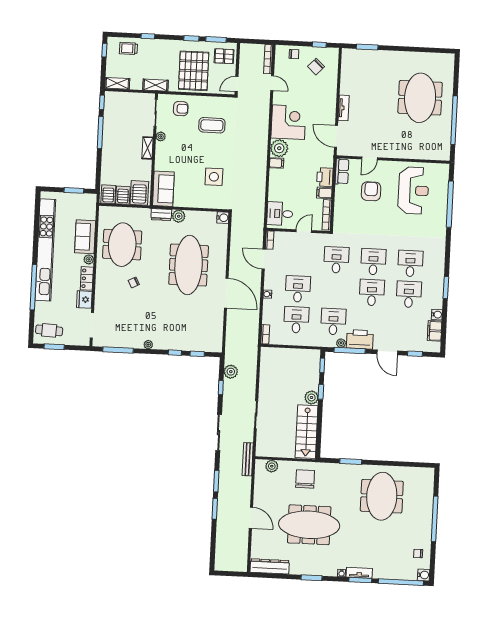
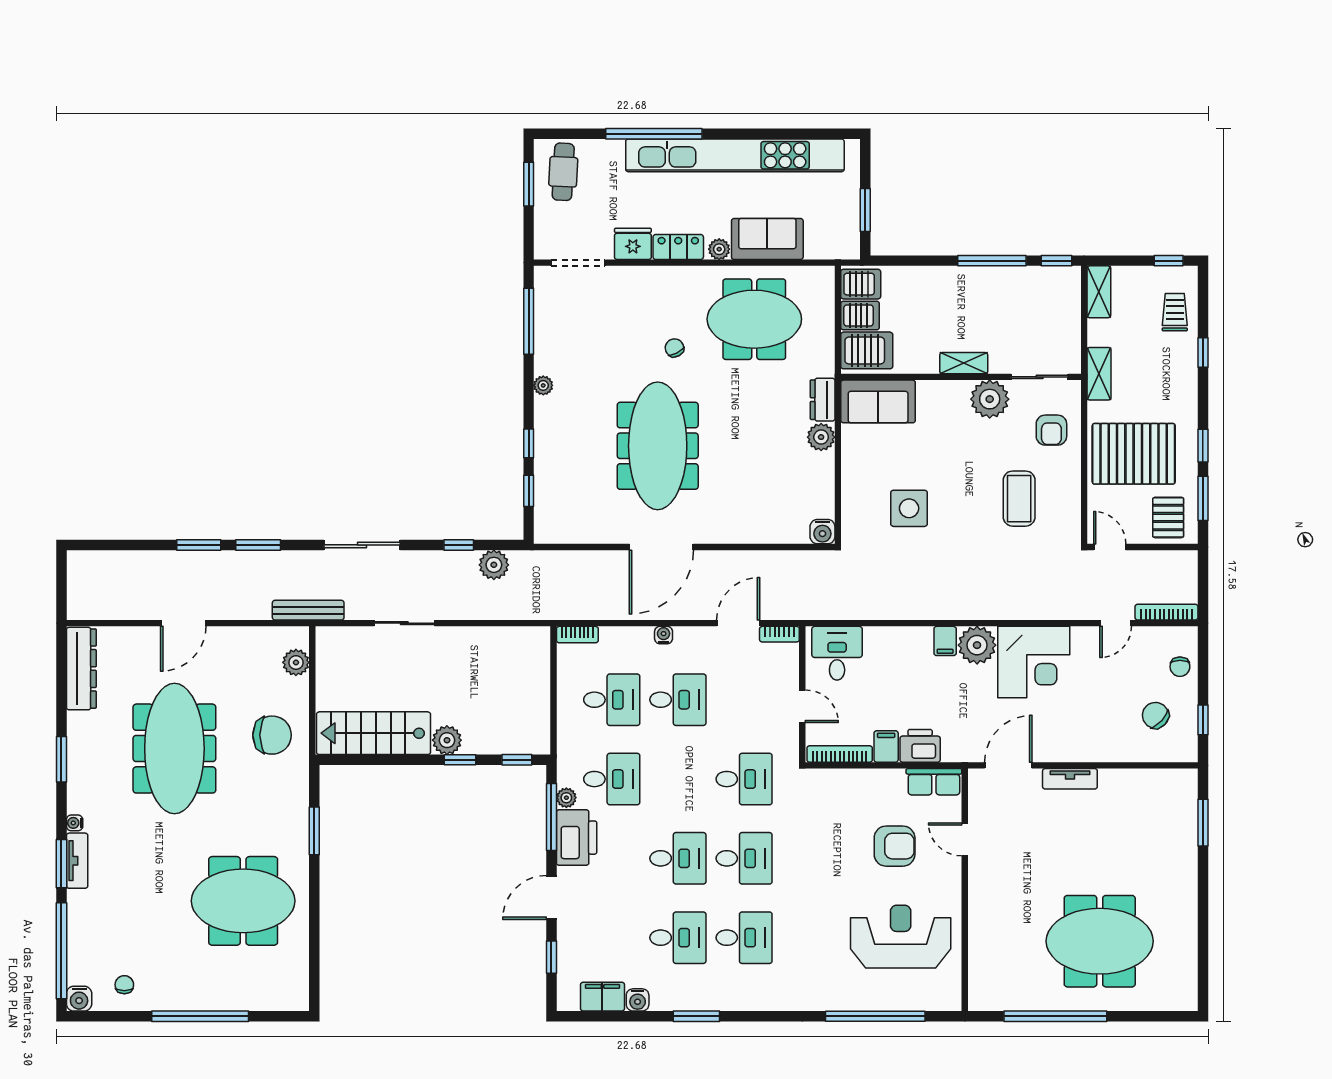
plant: (161, 136) -> (990, 399), width x1.88, depth x1.88
reception desk: (413, 190) -> (901, 937), turned 180
meeting table: (189, 265) -> (658, 446), moved, turned 90

